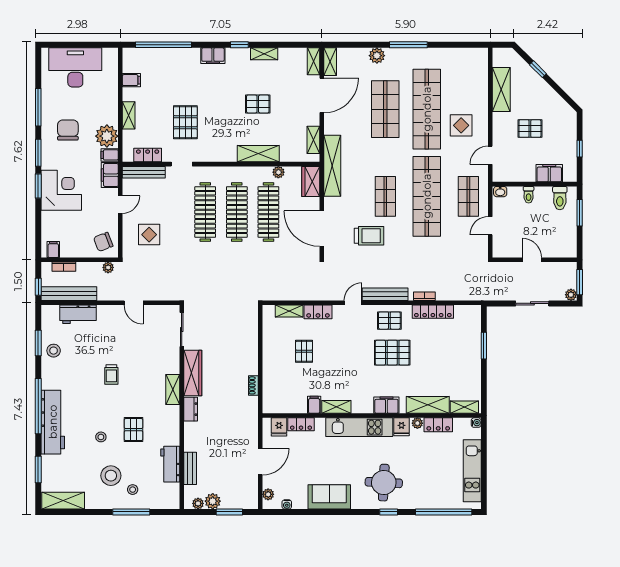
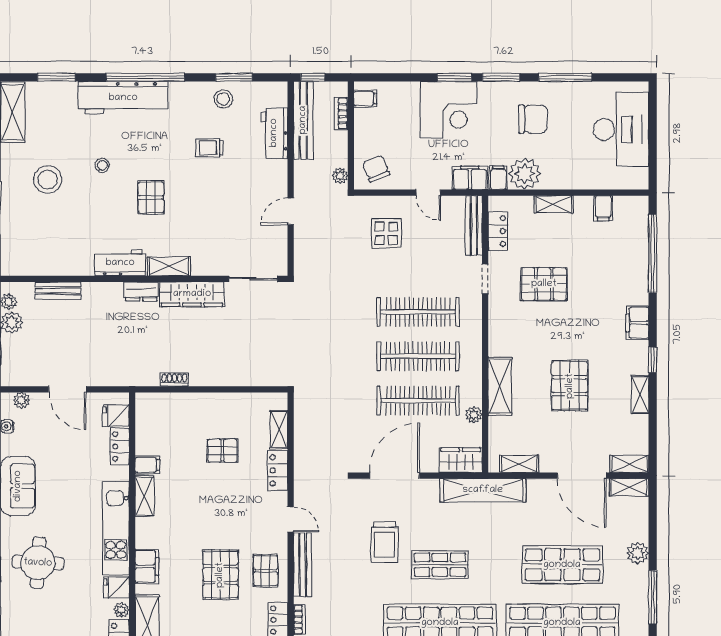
pallet: (258, 104) -> (570, 386), width x1.50, depth x1.42
trolley: (111, 375) -> (210, 148), moved
pallet: (134, 430) -> (151, 197), moved, turned 90
workbench: (170, 464) -> (120, 263), moved
stool: (133, 490) -> (28, 210), removed

